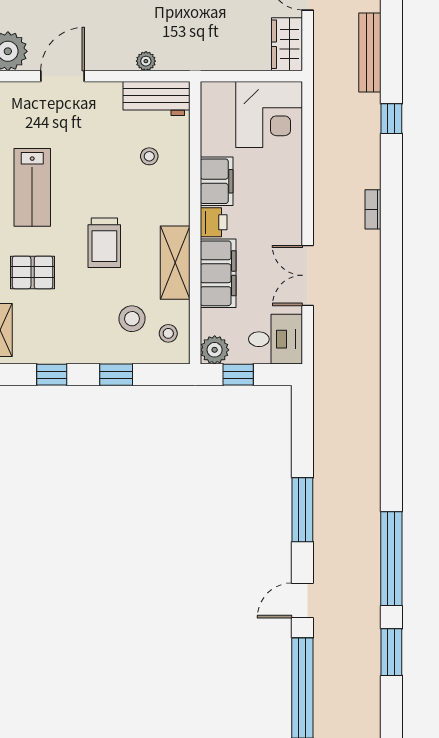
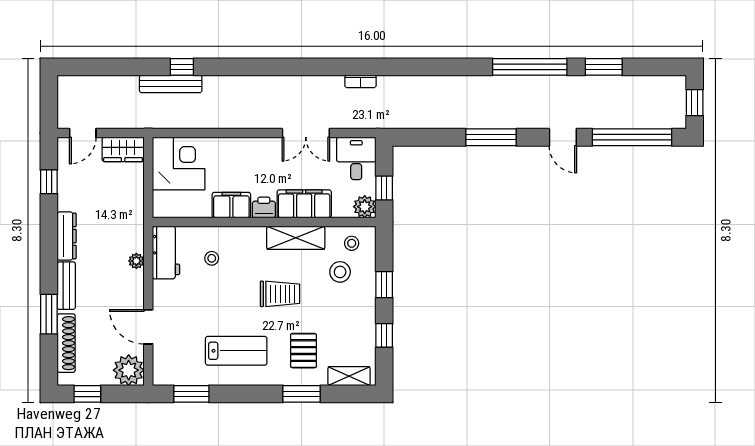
bench: (370, 52) -> (171, 84), moved
bookcase: (373, 209) -> (361, 81), moved

